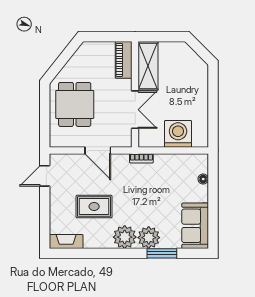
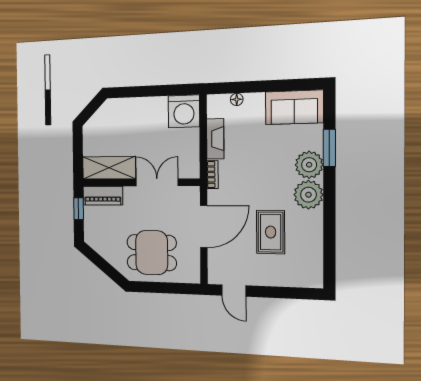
window: (112, 37) -> (79, 209), added
washing machine: (178, 134) -> (184, 111), moved, turned -90
door: (98, 151) -> (204, 226), width x1.36
fireplace: (66, 242) -> (215, 139), moved, turned 180

